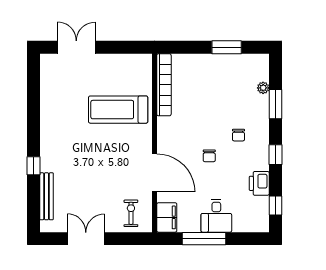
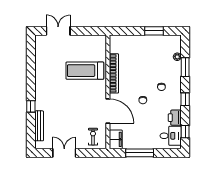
bookcase: (164, 85) -> (114, 73), moved
desk: (216, 216) -> (171, 136), moved, turned -90

